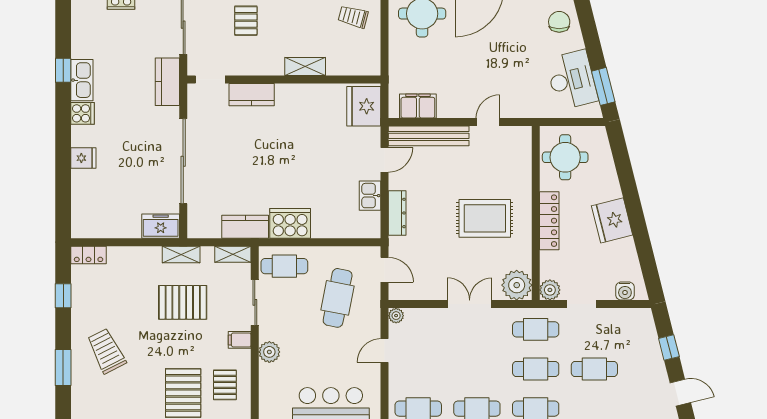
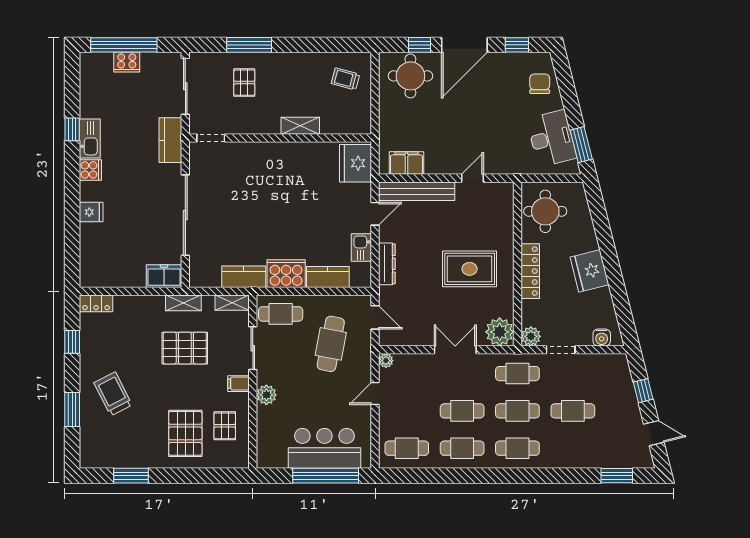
kitchen counter: (252, 95) -> (328, 277), moved, turned 180
cafe table: (477, 369) -> (462, 411), added

